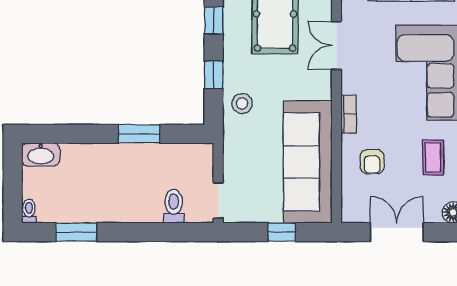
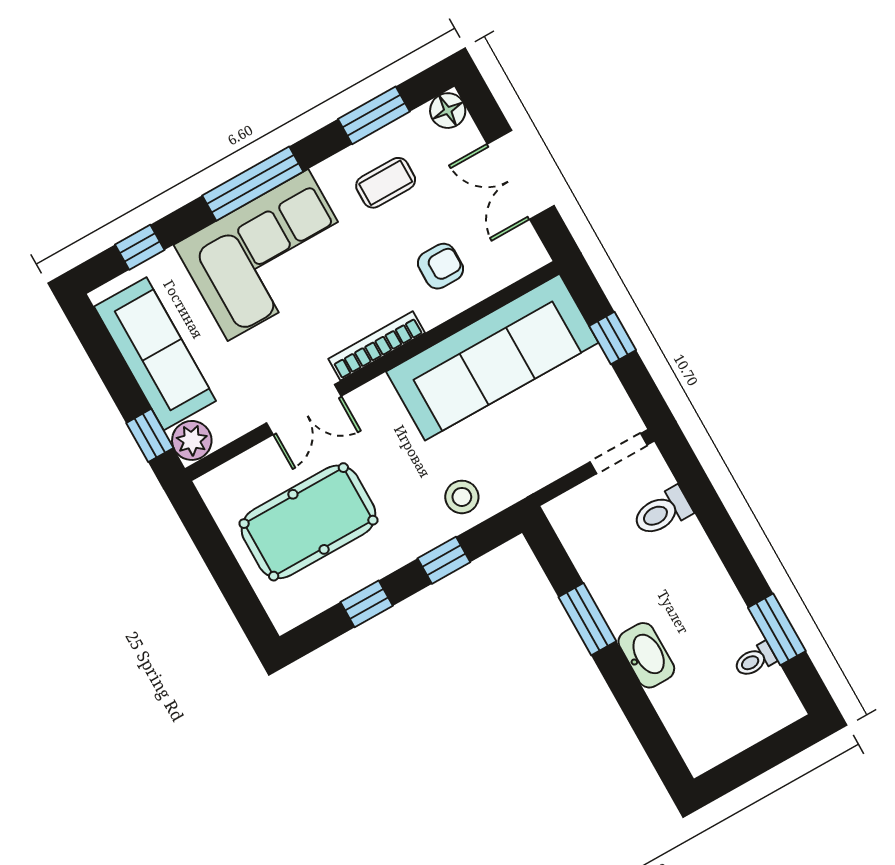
bookcase: (349, 114) -> (377, 346), width x1.56
washbasin: (41, 154) -> (646, 655), moved
toilet: (29, 211) -> (755, 660), moved

